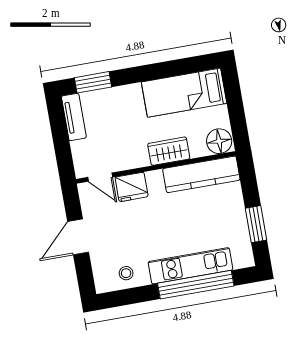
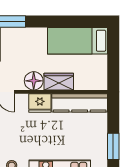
floor lamp: (219, 141) -> (34, 81), moved
fridge: (132, 187) -> (40, 103), moved

